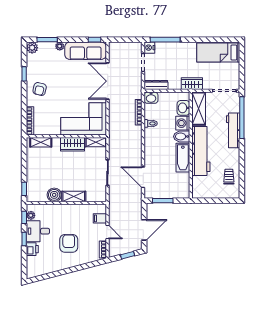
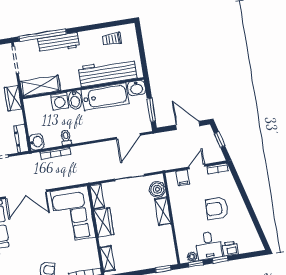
washbasin: (183, 108) -> (136, 88), moved
workbench: (201, 151) -> (108, 72), moved
bathtub: (183, 158) -> (105, 97), width x1.36, depth x1.36
boiler: (54, 195) -> (157, 189), moved

